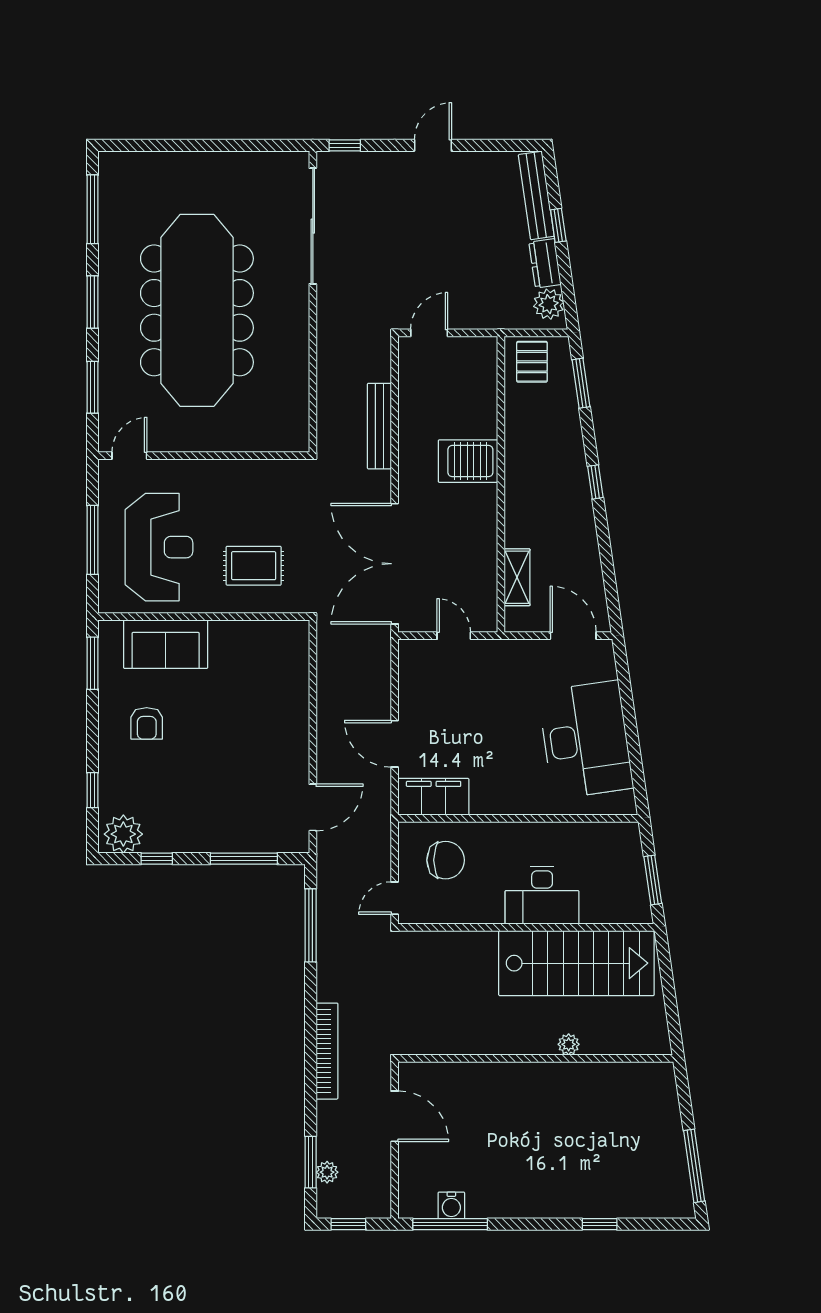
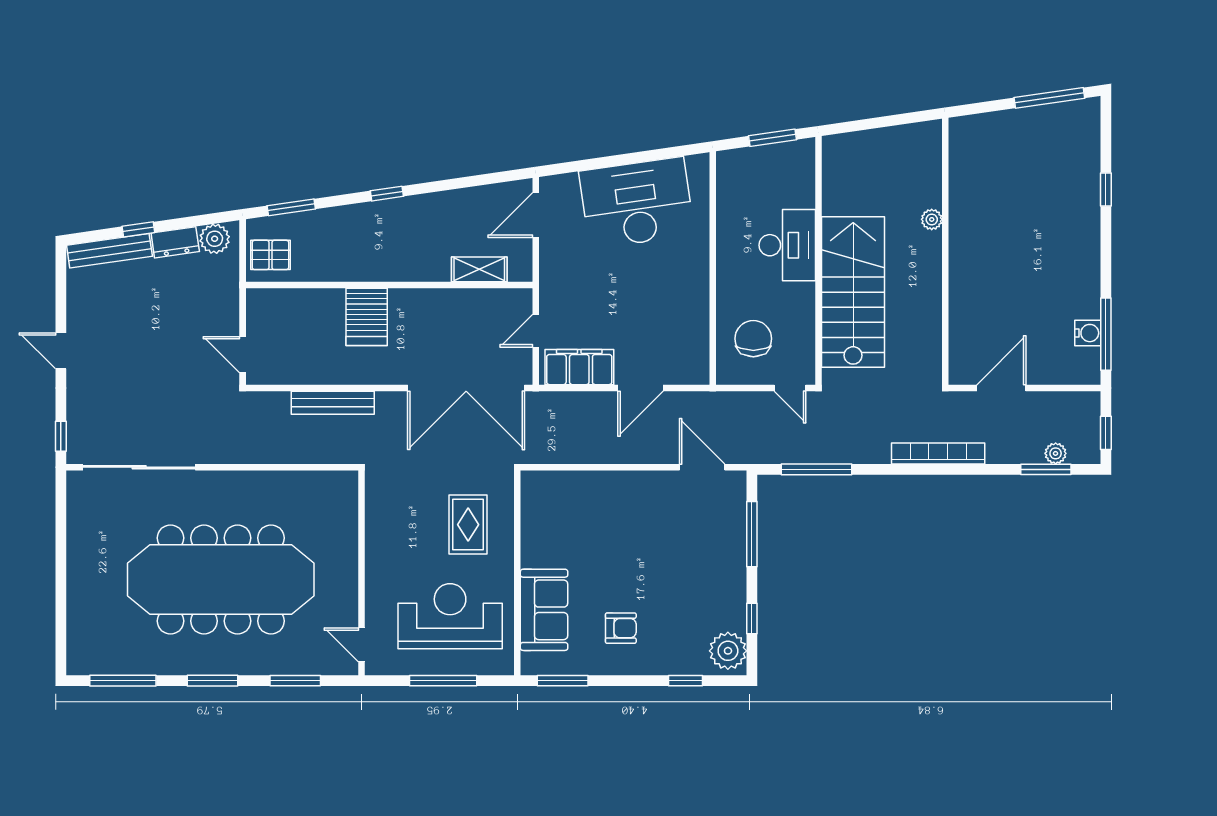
filing cabinet: (434, 797) -> (579, 367), moved, turned 90
stairs: (576, 963) -> (853, 292), moved

